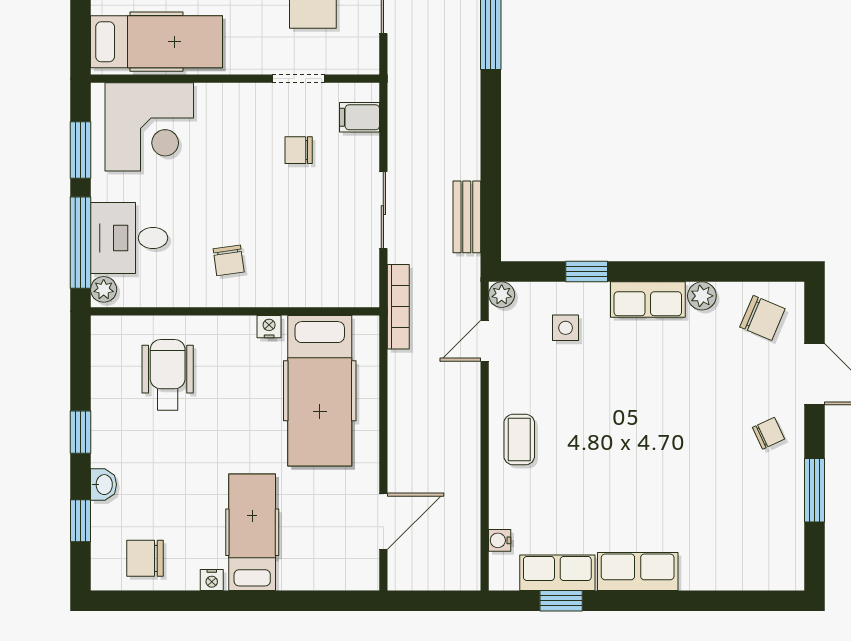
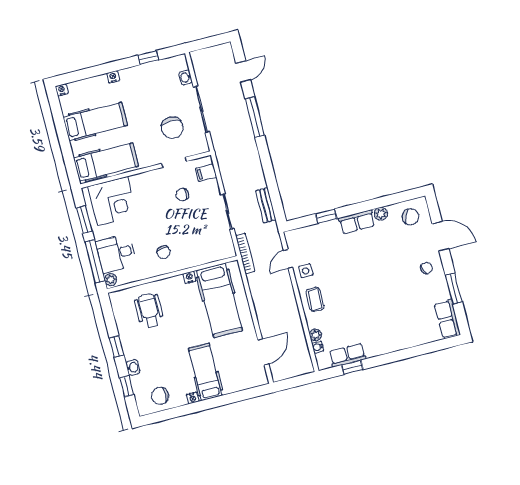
plant: (502, 295) -> (316, 335), moved
side table: (566, 328) -> (306, 271), moved
row of seats: (638, 572) -> (447, 319), moved, turned -90

